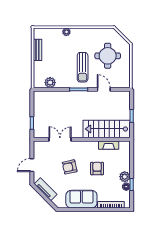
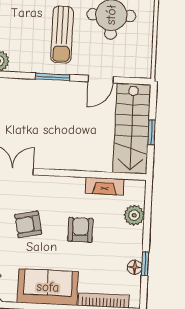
door: (104, 89) -> (101, 79), swing flipped
stairs: (107, 129) -> (132, 129), moved, turned -90
plant: (125, 177) -> (134, 215), moved

